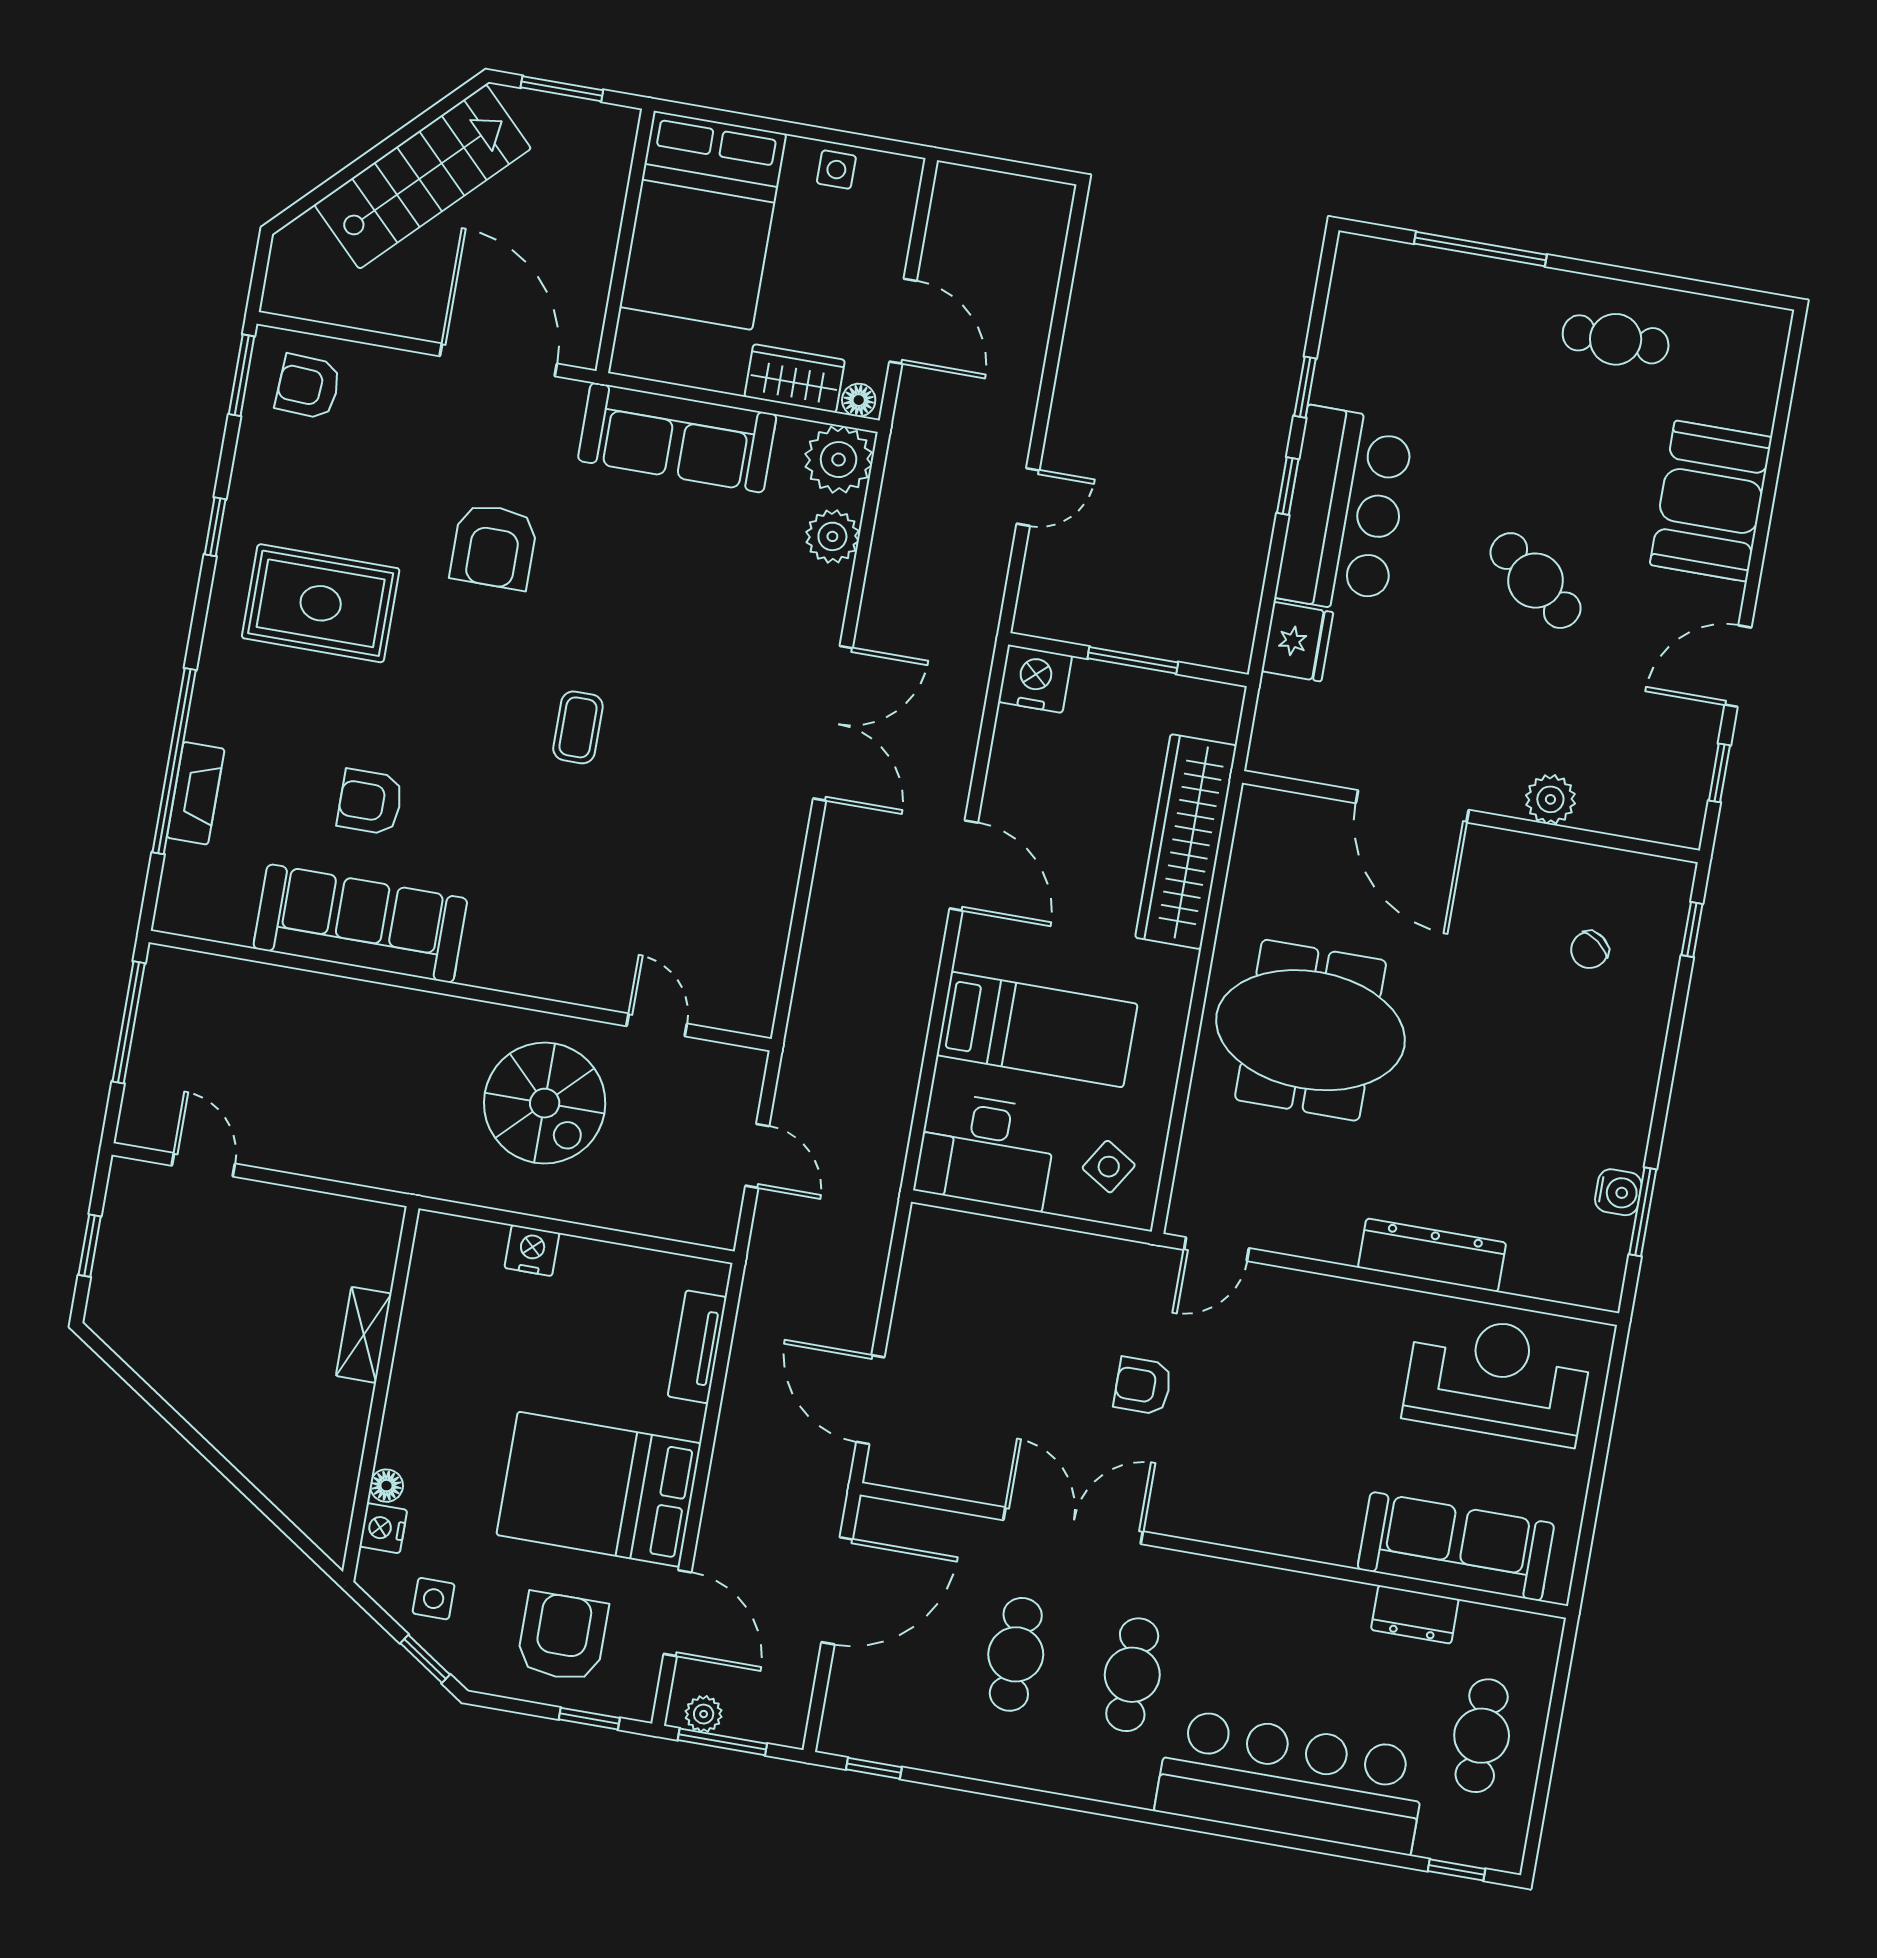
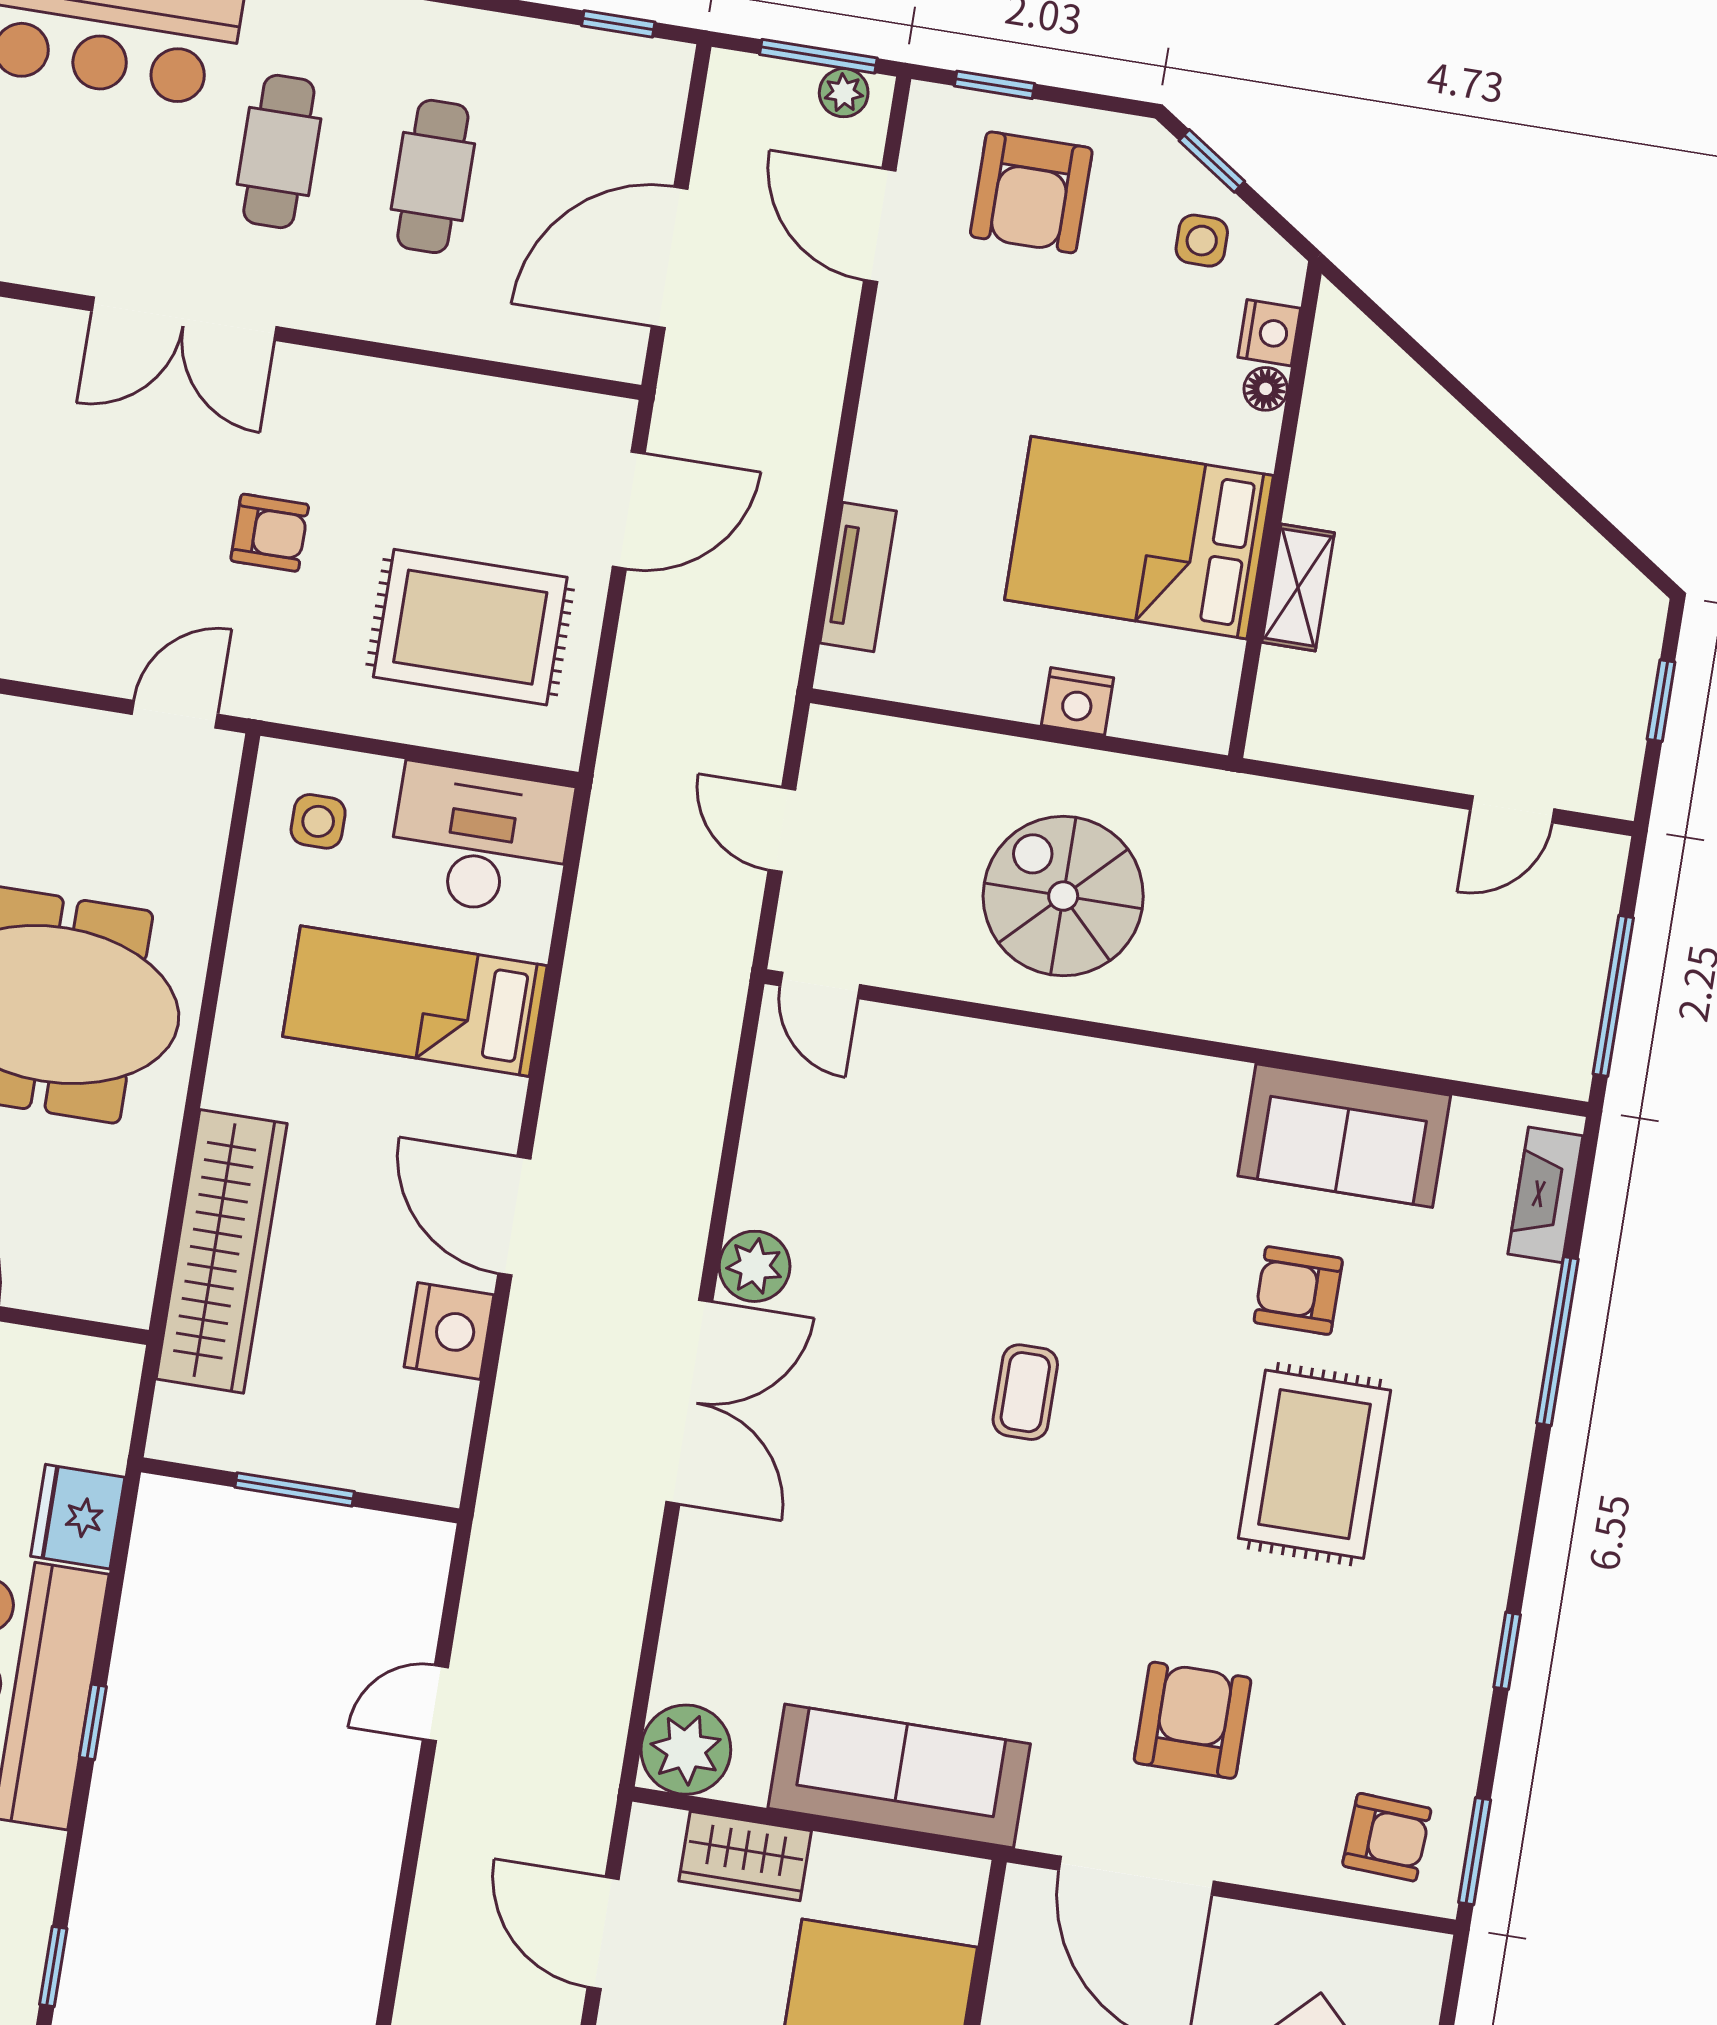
window: (1305, 387) -> (53, 1966), moved
floor lamp: (859, 400) -> (660, 1828), removed
plant: (832, 536) -> (755, 1266), moved
armchair: (494, 546) -> (1193, 1720), moved
rug: (321, 603) -> (1315, 1464), moved, turned 90
nightstand: (1035, 679) -> (449, 1331), moved, turned -90
double door: (833, 723) -> (689, 1402), swing flipped
window: (174, 761) -> (1557, 1341), width x0.68
fireplace: (196, 793) -> (1545, 1195), moved
armchair: (370, 802) -> (1298, 1291), turned 180
sofa: (360, 924) -> (1344, 1136), width x0.73
door: (657, 1025) -> (820, 985), moved
door: (203, 1165) -> (1512, 809), hinge flipped
side table: (1109, 1167) -> (318, 821), turned -32
rug: (992, 1312) -> (470, 627), added
door: (870, 1400) -> (629, 510), hinge flipped
bed: (599, 1489) -> (1139, 538), moved, turned 180
double door: (1073, 1526) -> (184, 319), moved

